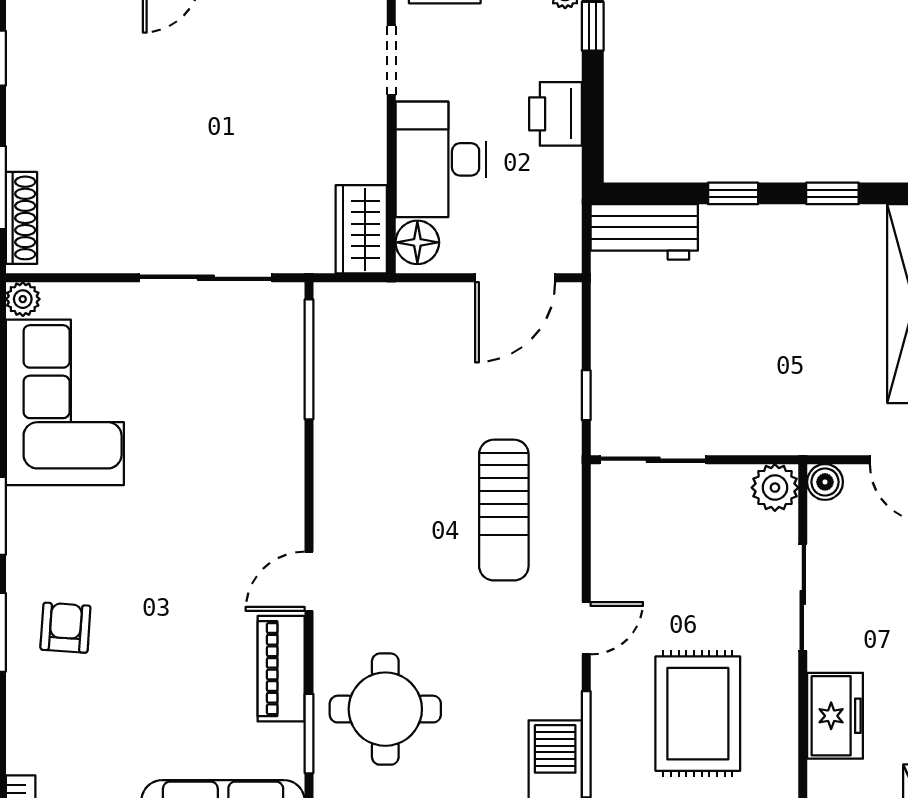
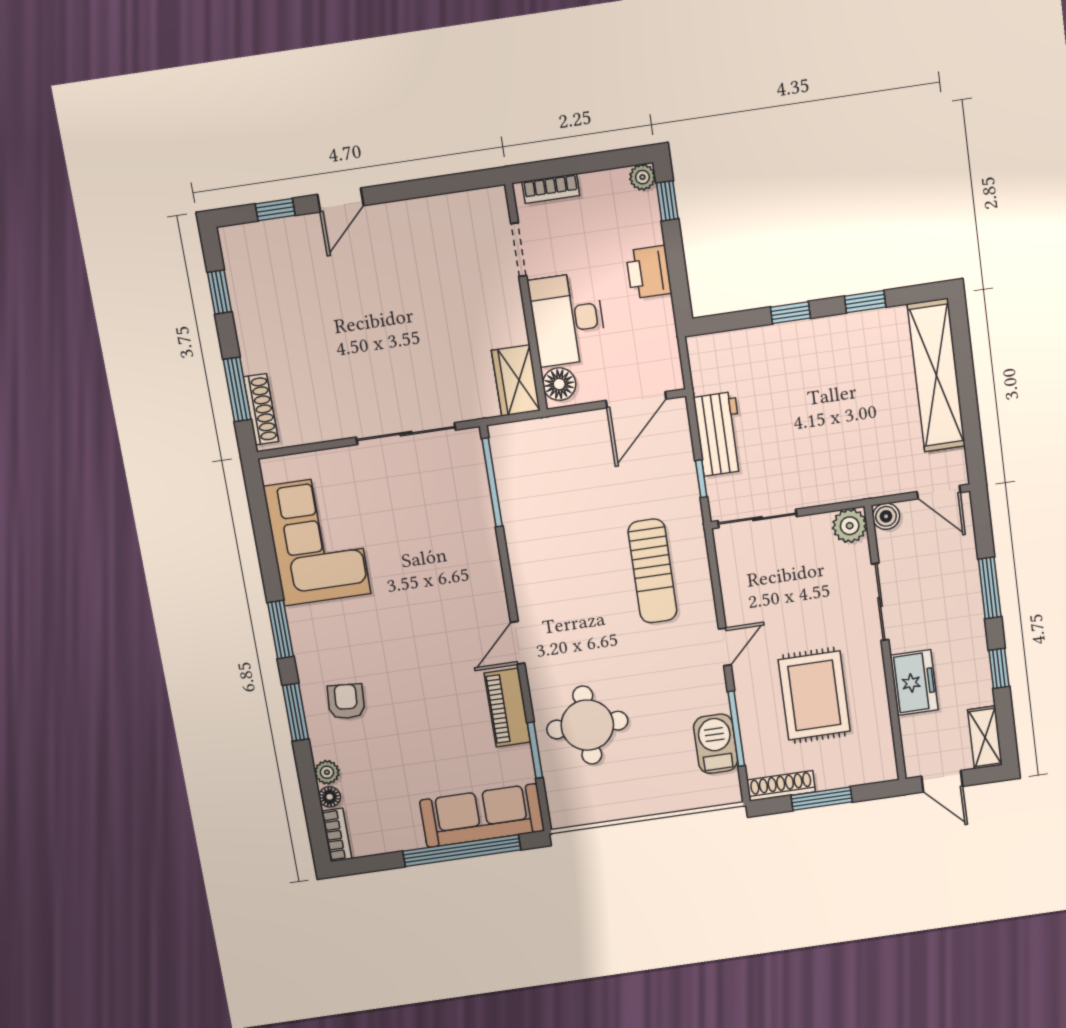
workbench: (644, 232) -> (719, 434), moved, turned -90
plant: (23, 299) -> (327, 772), moved
floor lamp: (20, 757) -> (330, 797), added

